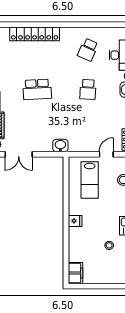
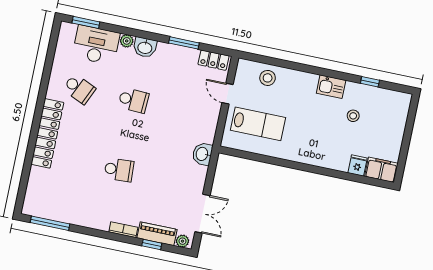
locker: (35, 34) -> (47, 133), moved
school desk: (37, 89) -> (119, 170), width x0.54
fridge: (75, 221) -> (358, 165), moved

